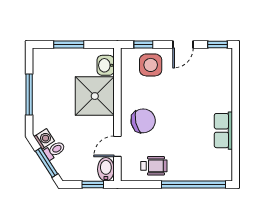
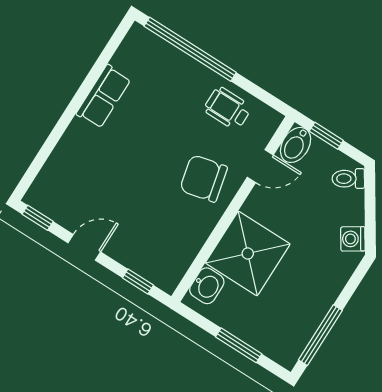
side table: (151, 65) -> (146, 248), removed
window: (29, 95) -> (320, 335), moved
toilet: (55, 150) -> (348, 179), moved
window: (46, 163) -> (370, 205), removed

